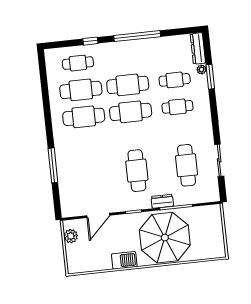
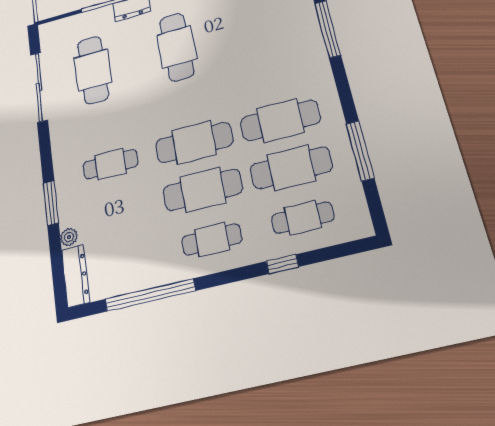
window: (137, 36) -> (150, 295), moved
window: (210, 77) -> (51, 203), moved
cafe table: (175, 80) -> (212, 240), moved
window: (45, 94) -> (360, 151), added
sliding door: (219, 160) -> (39, 87), width x1.37

